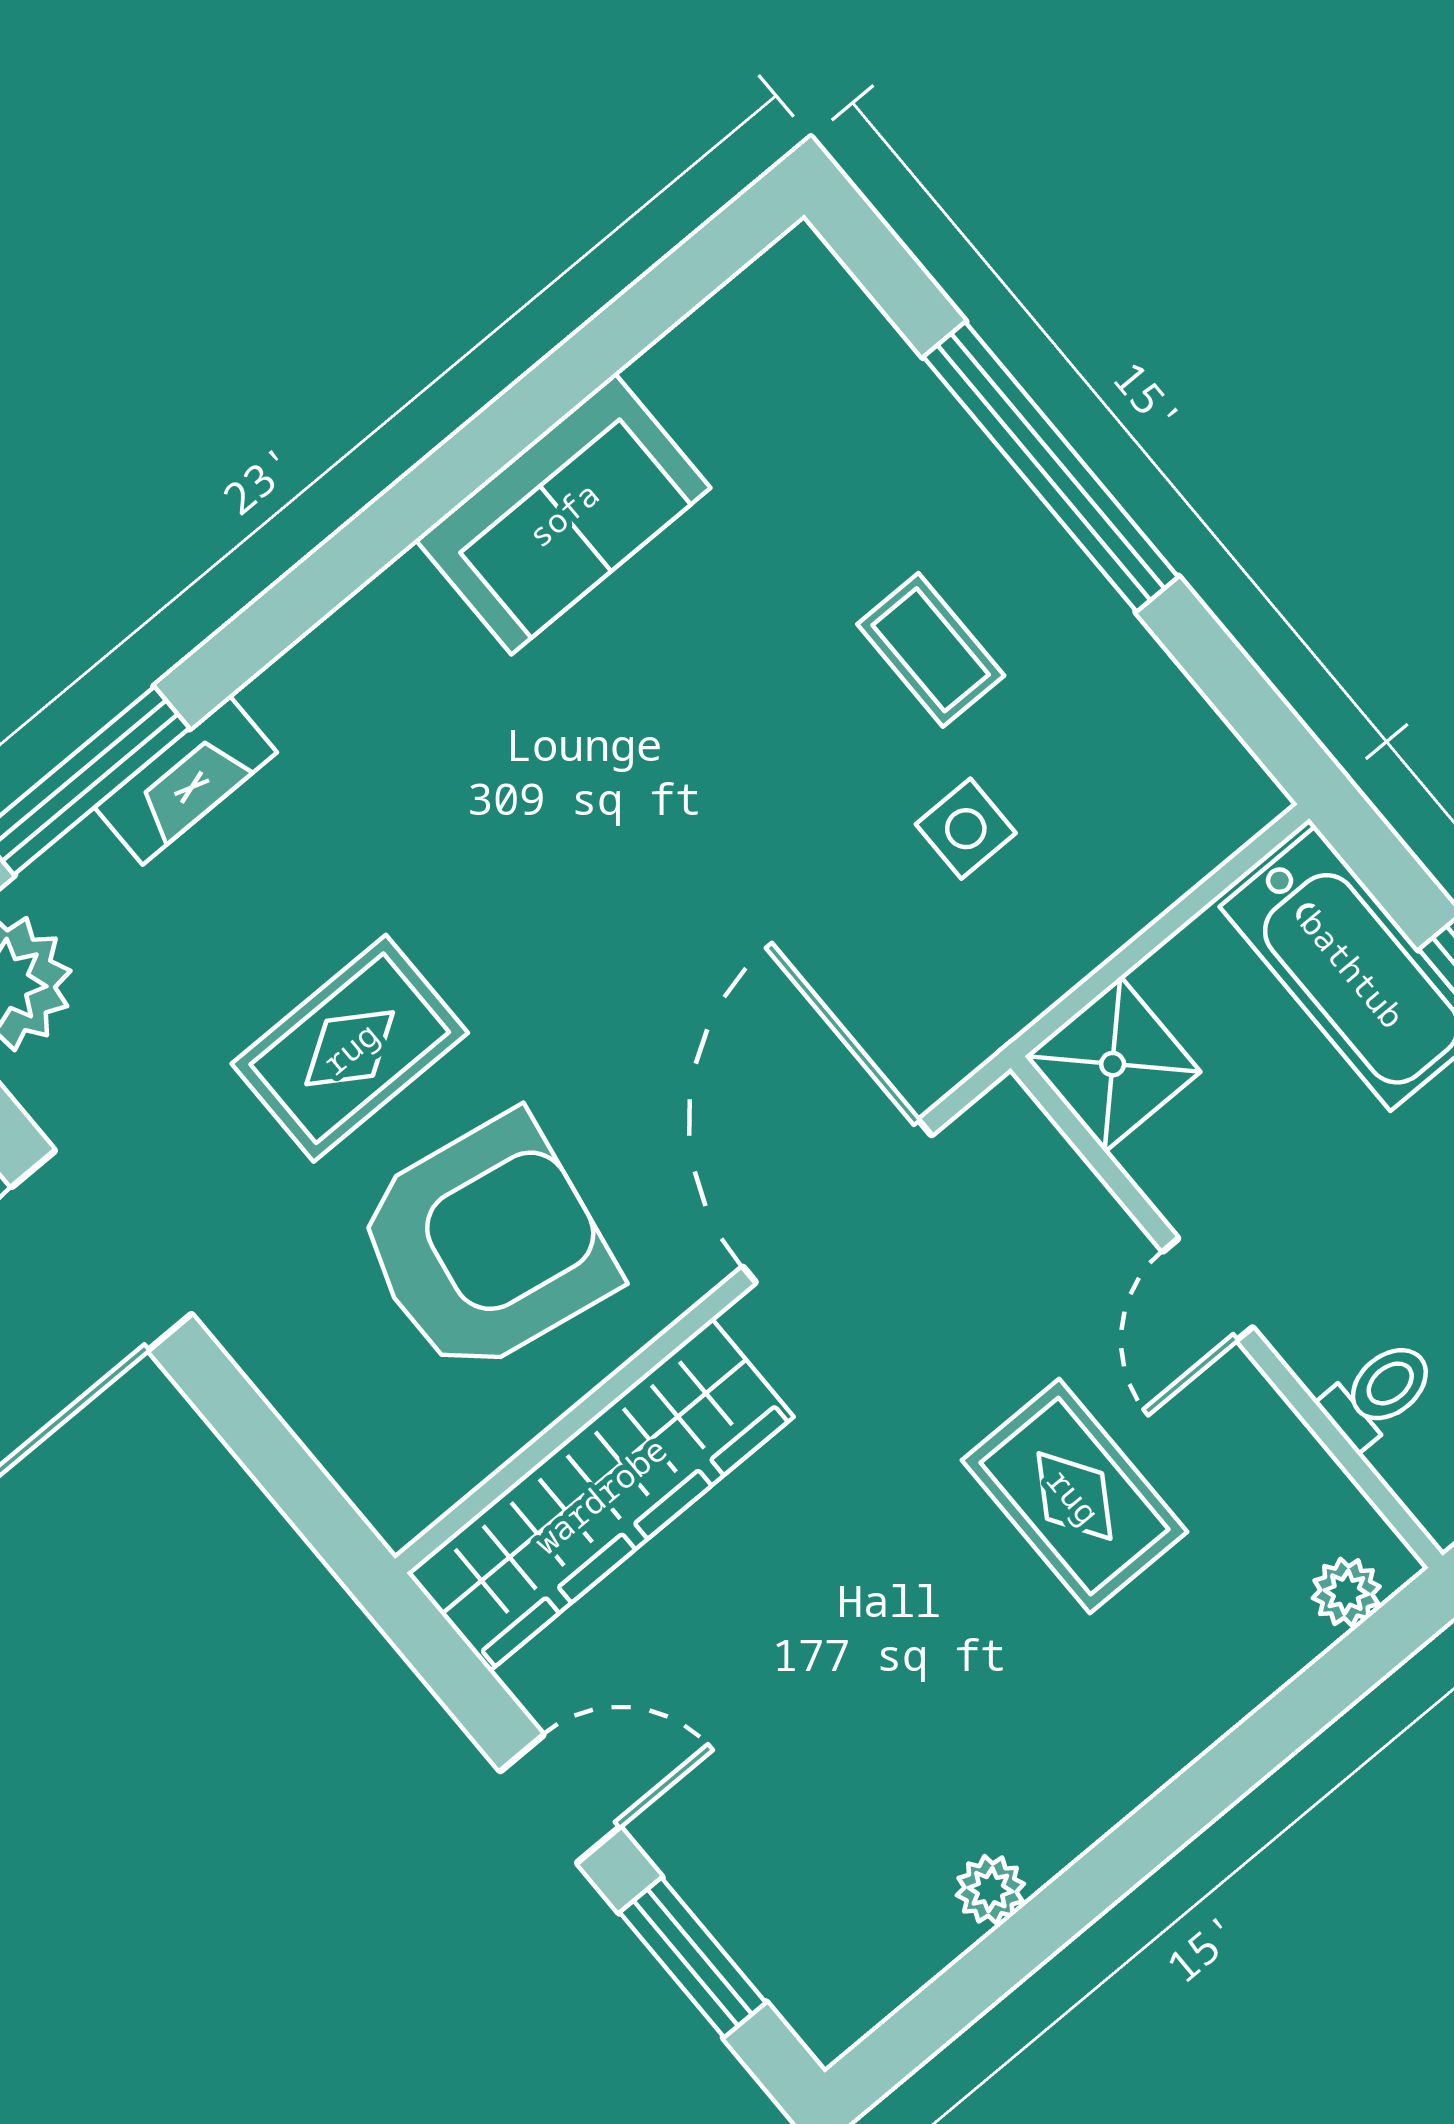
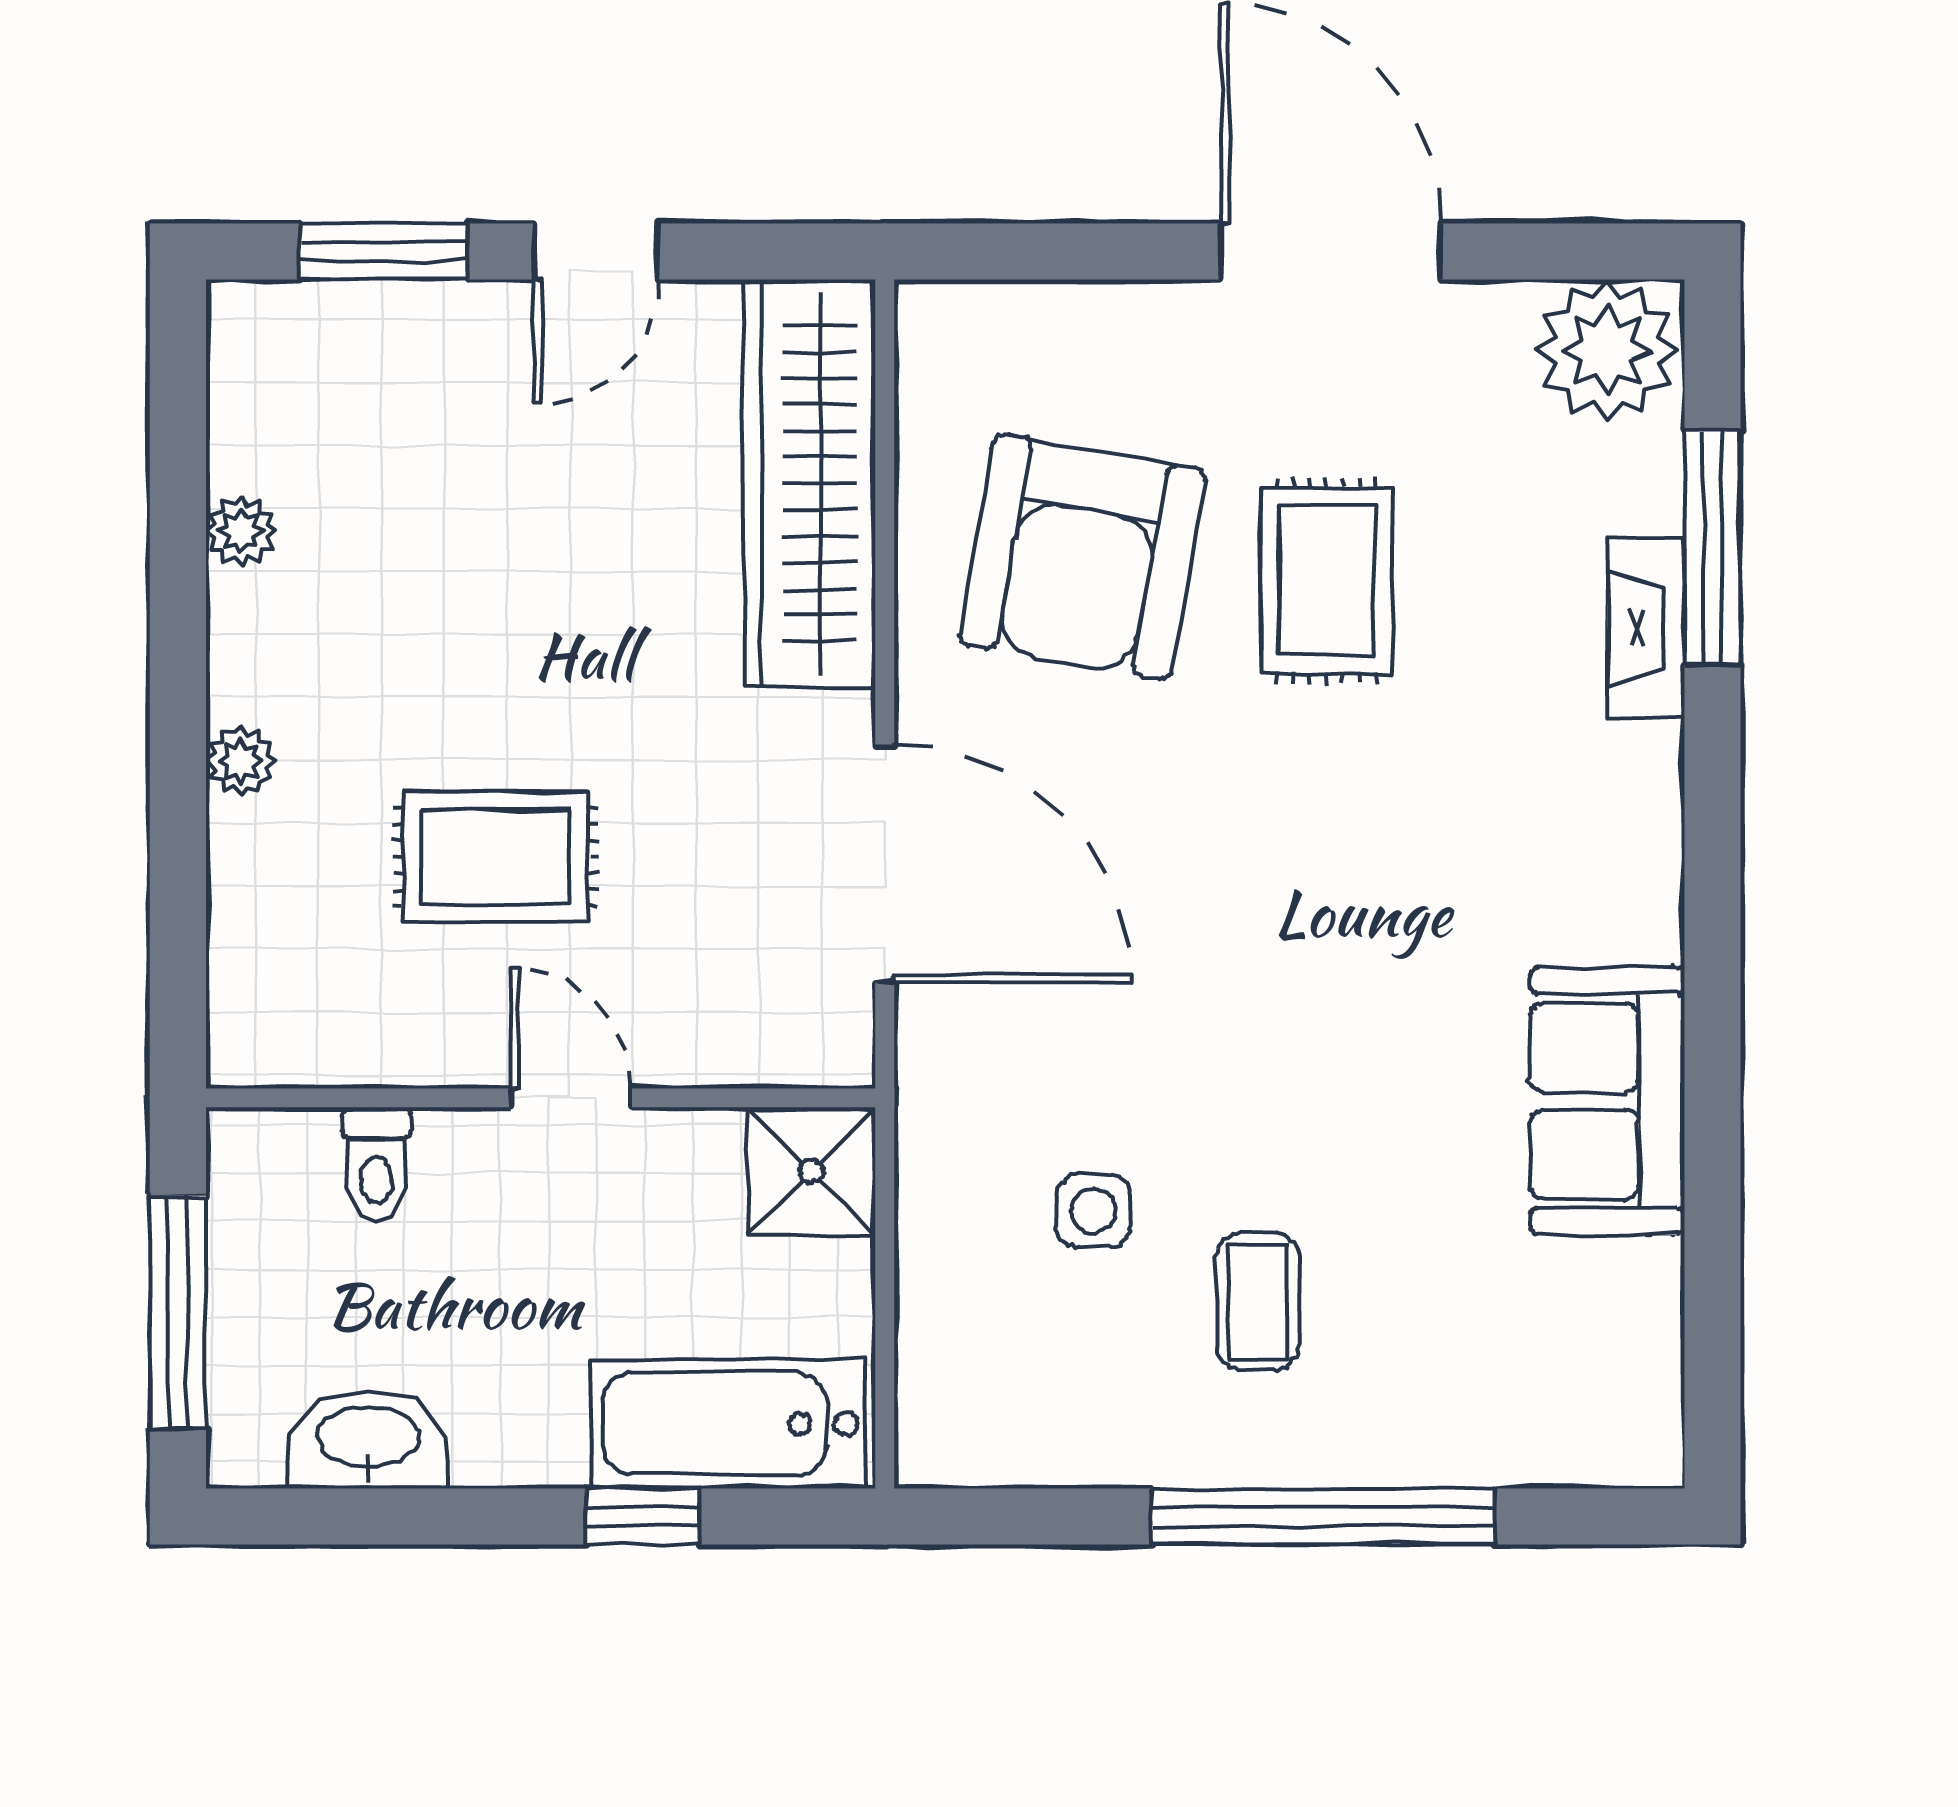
coffee table: (931, 650) -> (1258, 1301), turned 90
plant: (1346, 1592) -> (241, 761), moved

